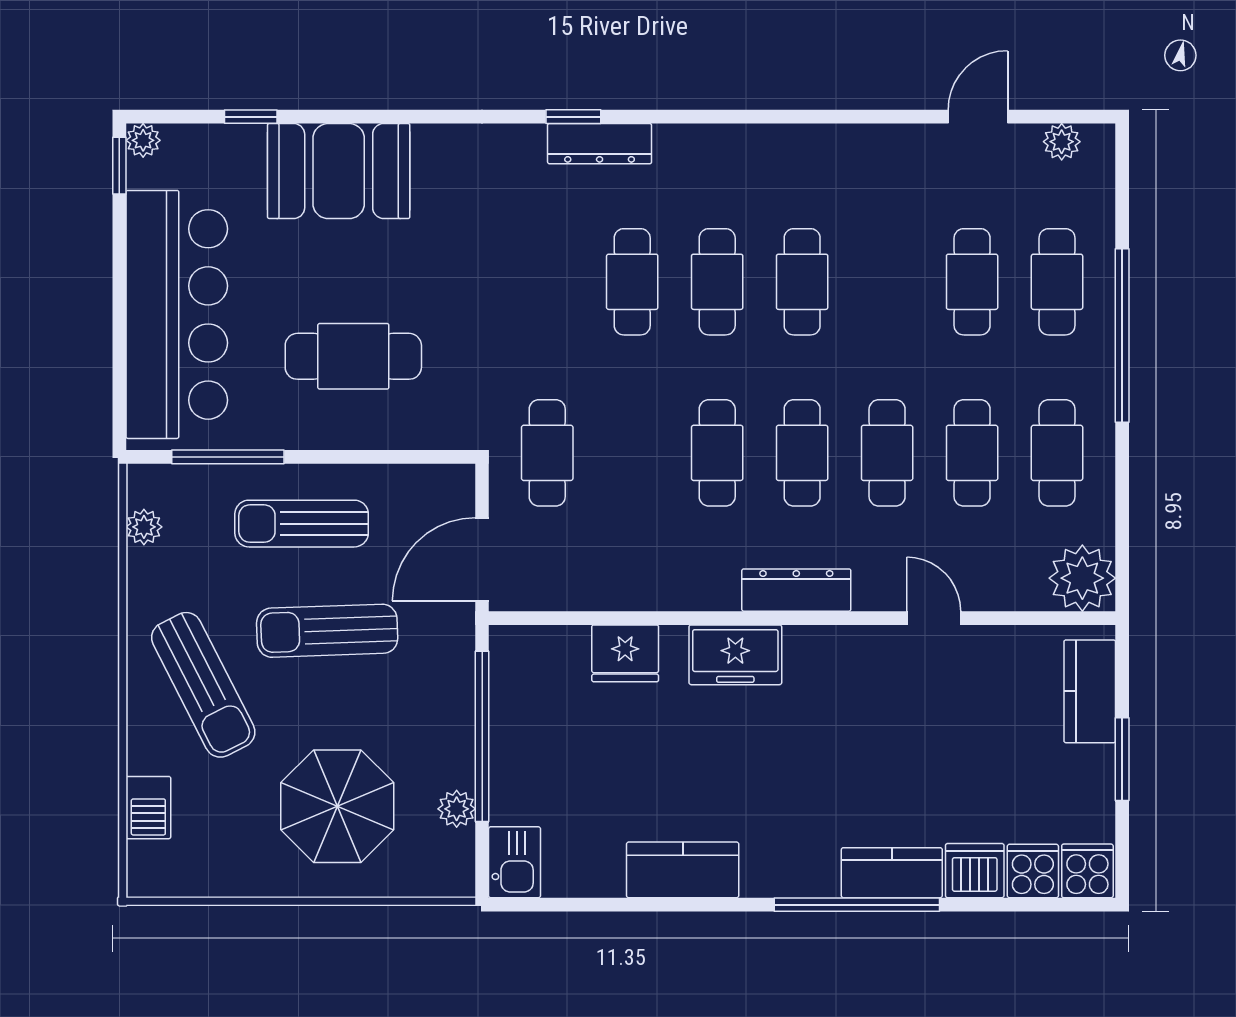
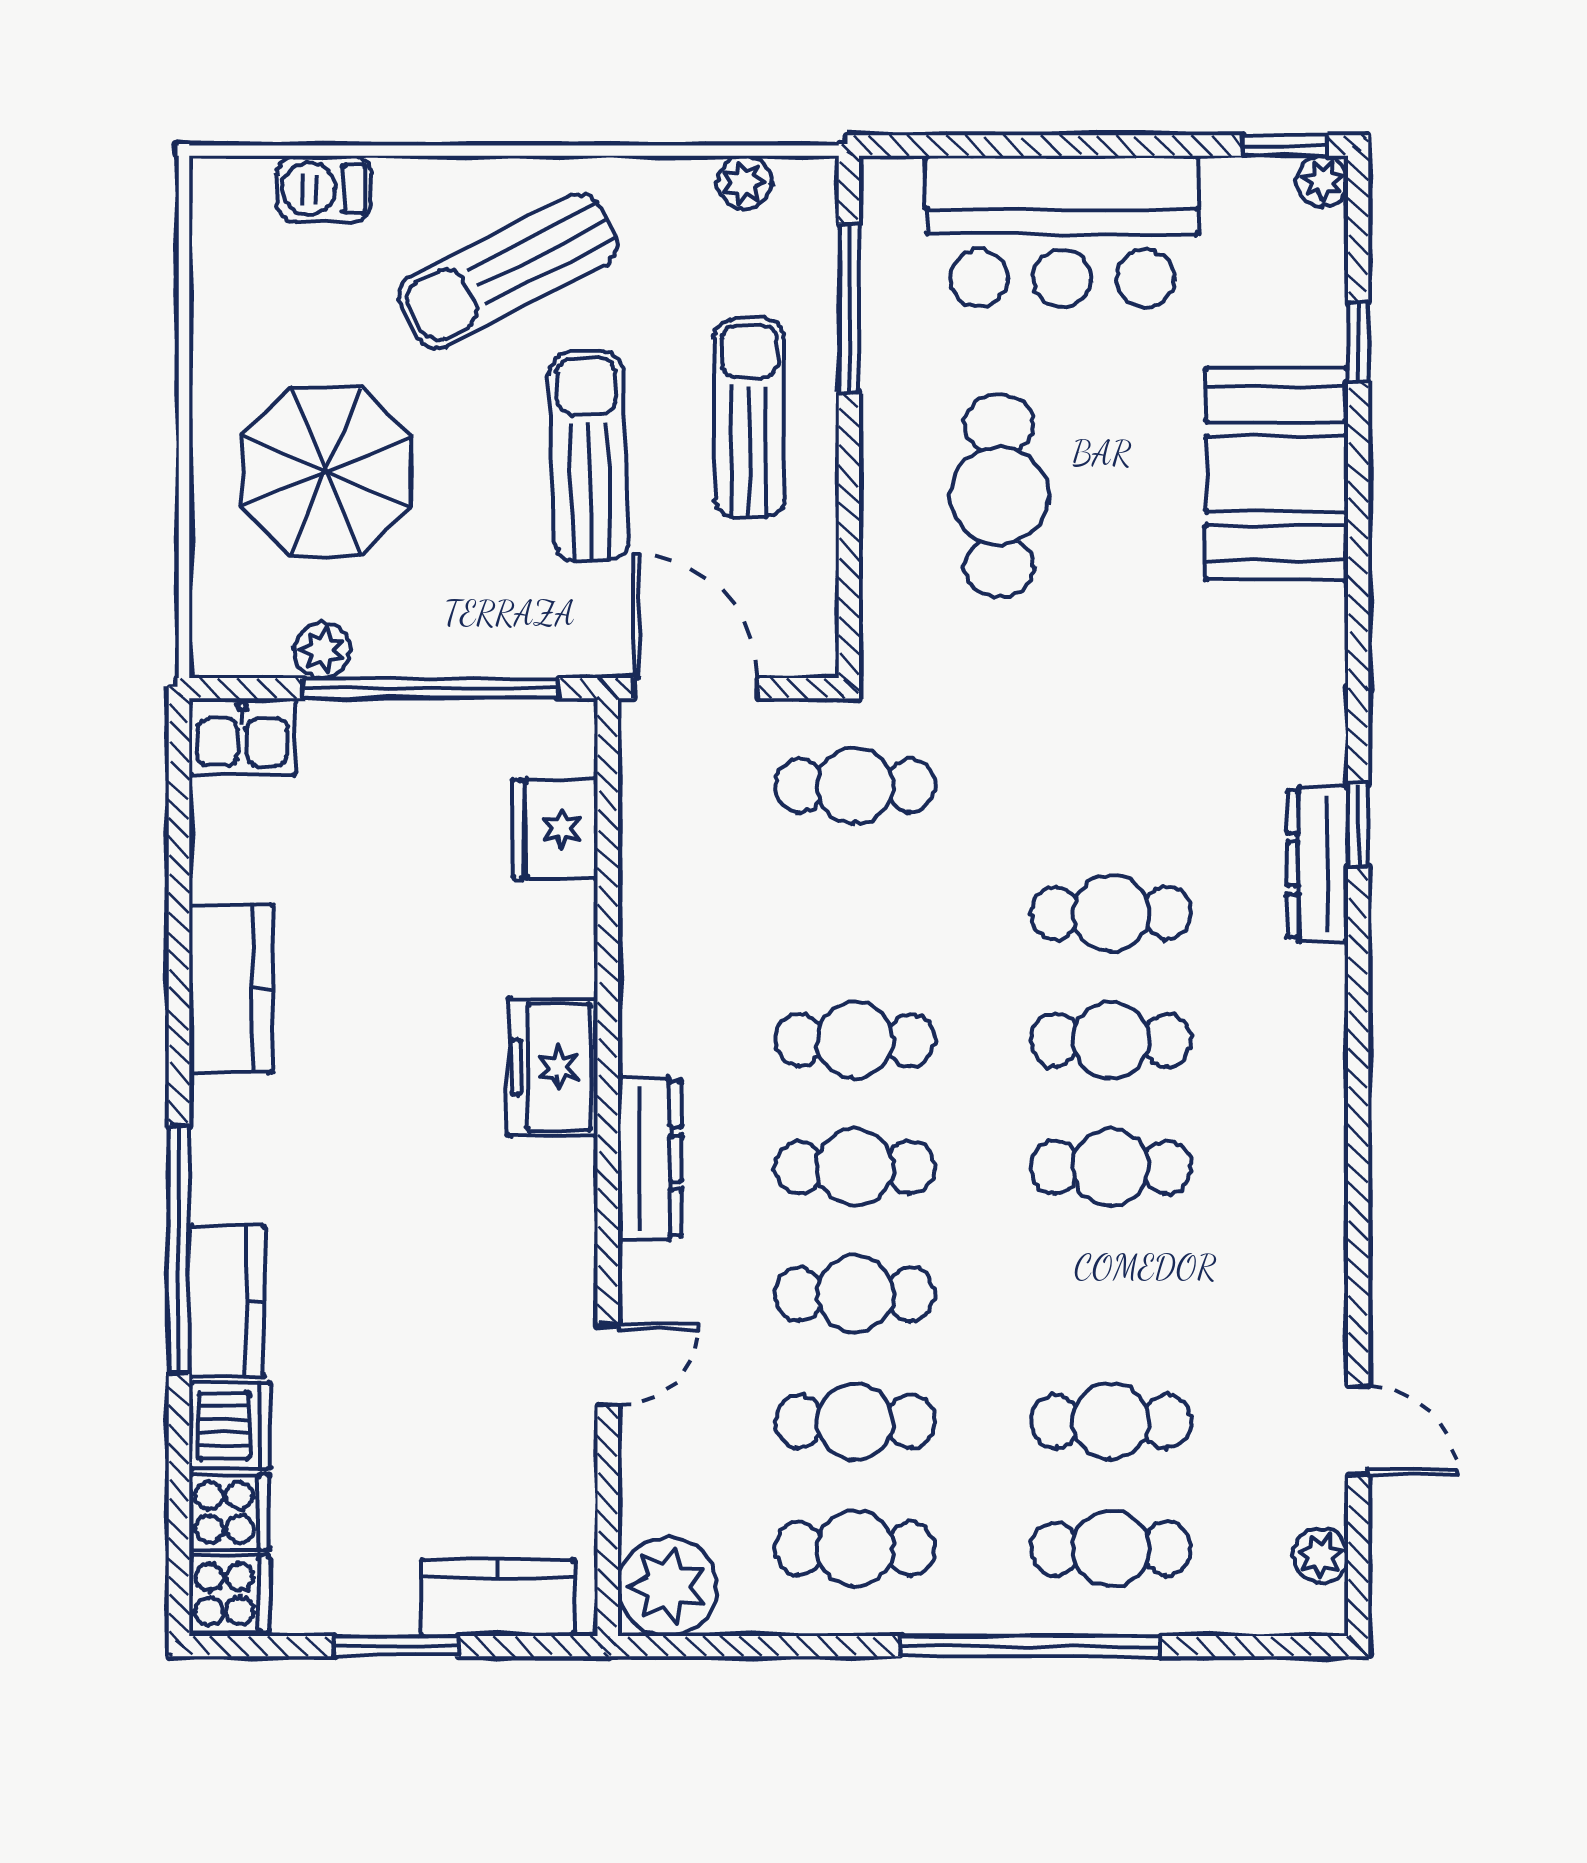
bar counter: (177, 314) -> (1062, 231), width x0.73
fridge: (625, 653) -> (555, 829), moved

